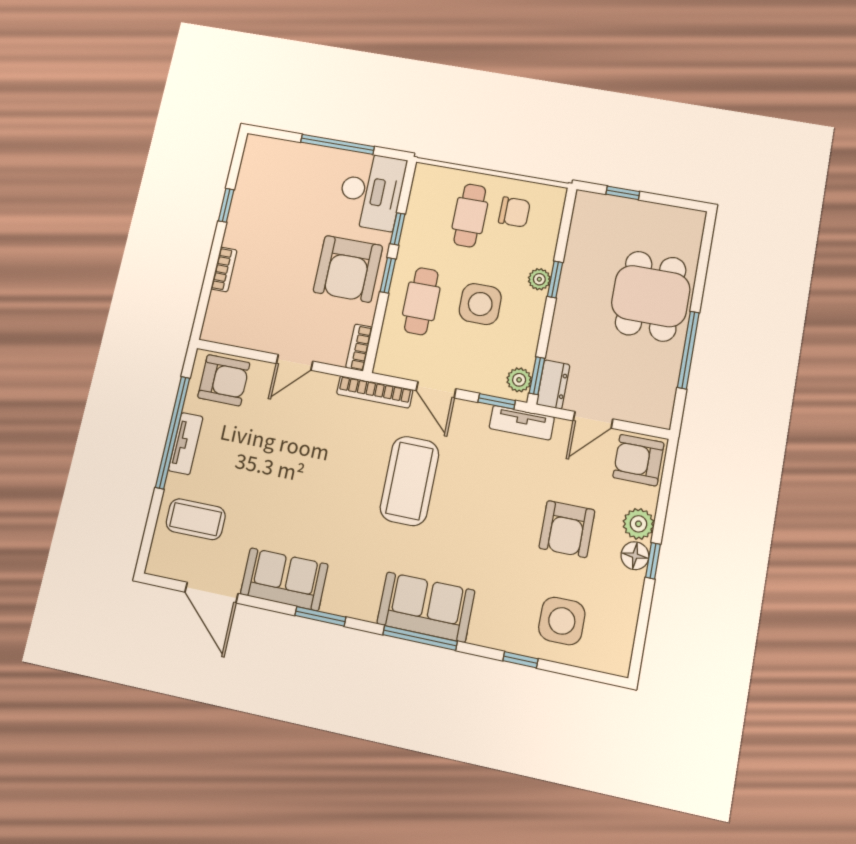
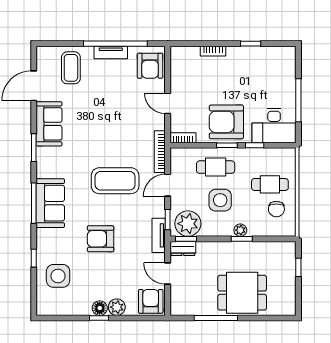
plant: (519, 380) -> (188, 224), width x1.87, depth x1.87
armchair: (567, 529) -> (101, 239), moved

